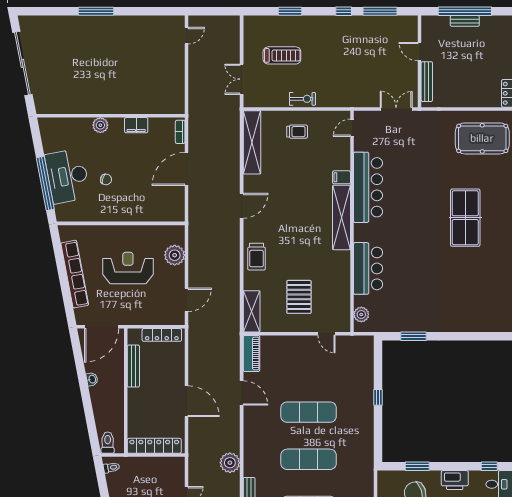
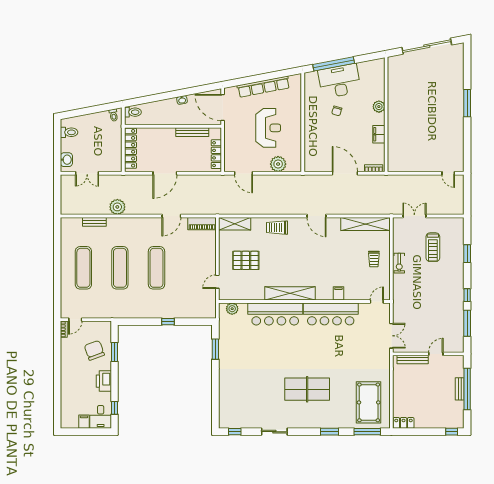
door: (352, 128) -> (377, 301), hinge flipped
shelving: (341, 217) -> (290, 293), moved
bar counter: (368, 268) -> (275, 314), width x1.36

